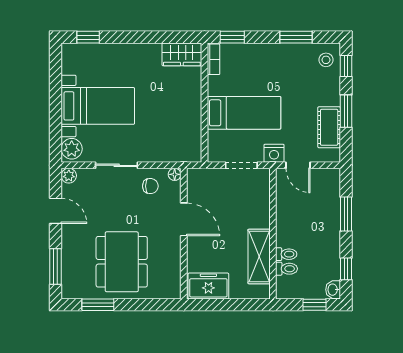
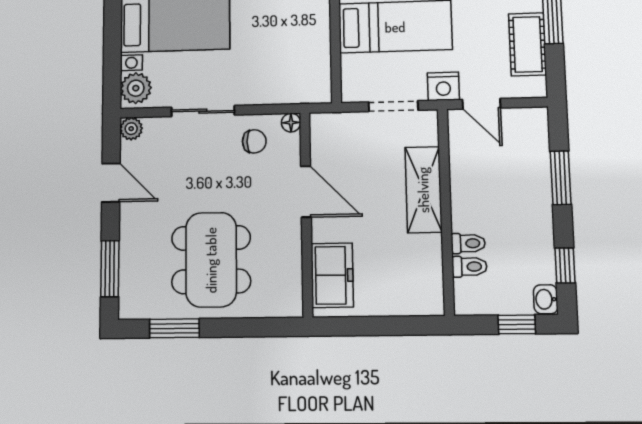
shelving: (259, 256) -> (423, 190), moved
freezer: (208, 286) -> (332, 275), moved, turned 90

